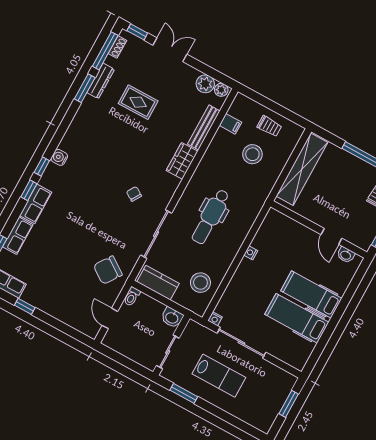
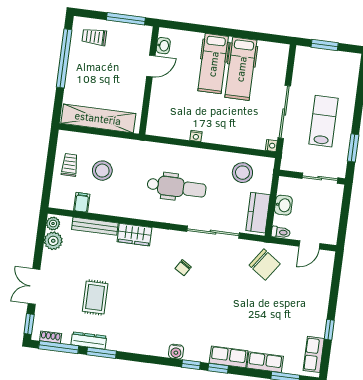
washbasin: (172, 318) -> (283, 205), moved

